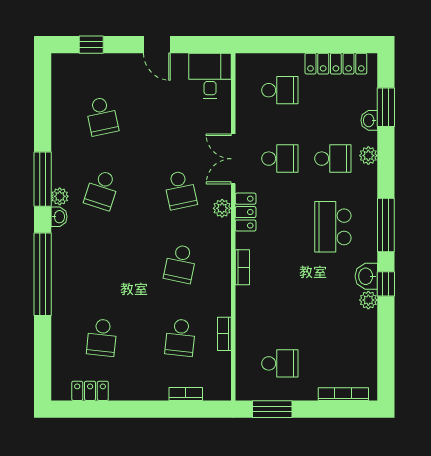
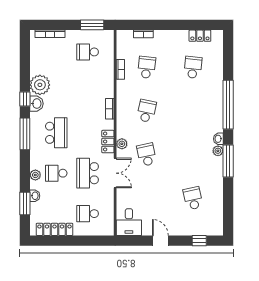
school desk: (280, 159) -> (88, 173), width x1.85
school desk: (102, 190) -> (193, 155), removed
plant: (368, 300) -> (40, 85), width x1.87, depth x1.87

